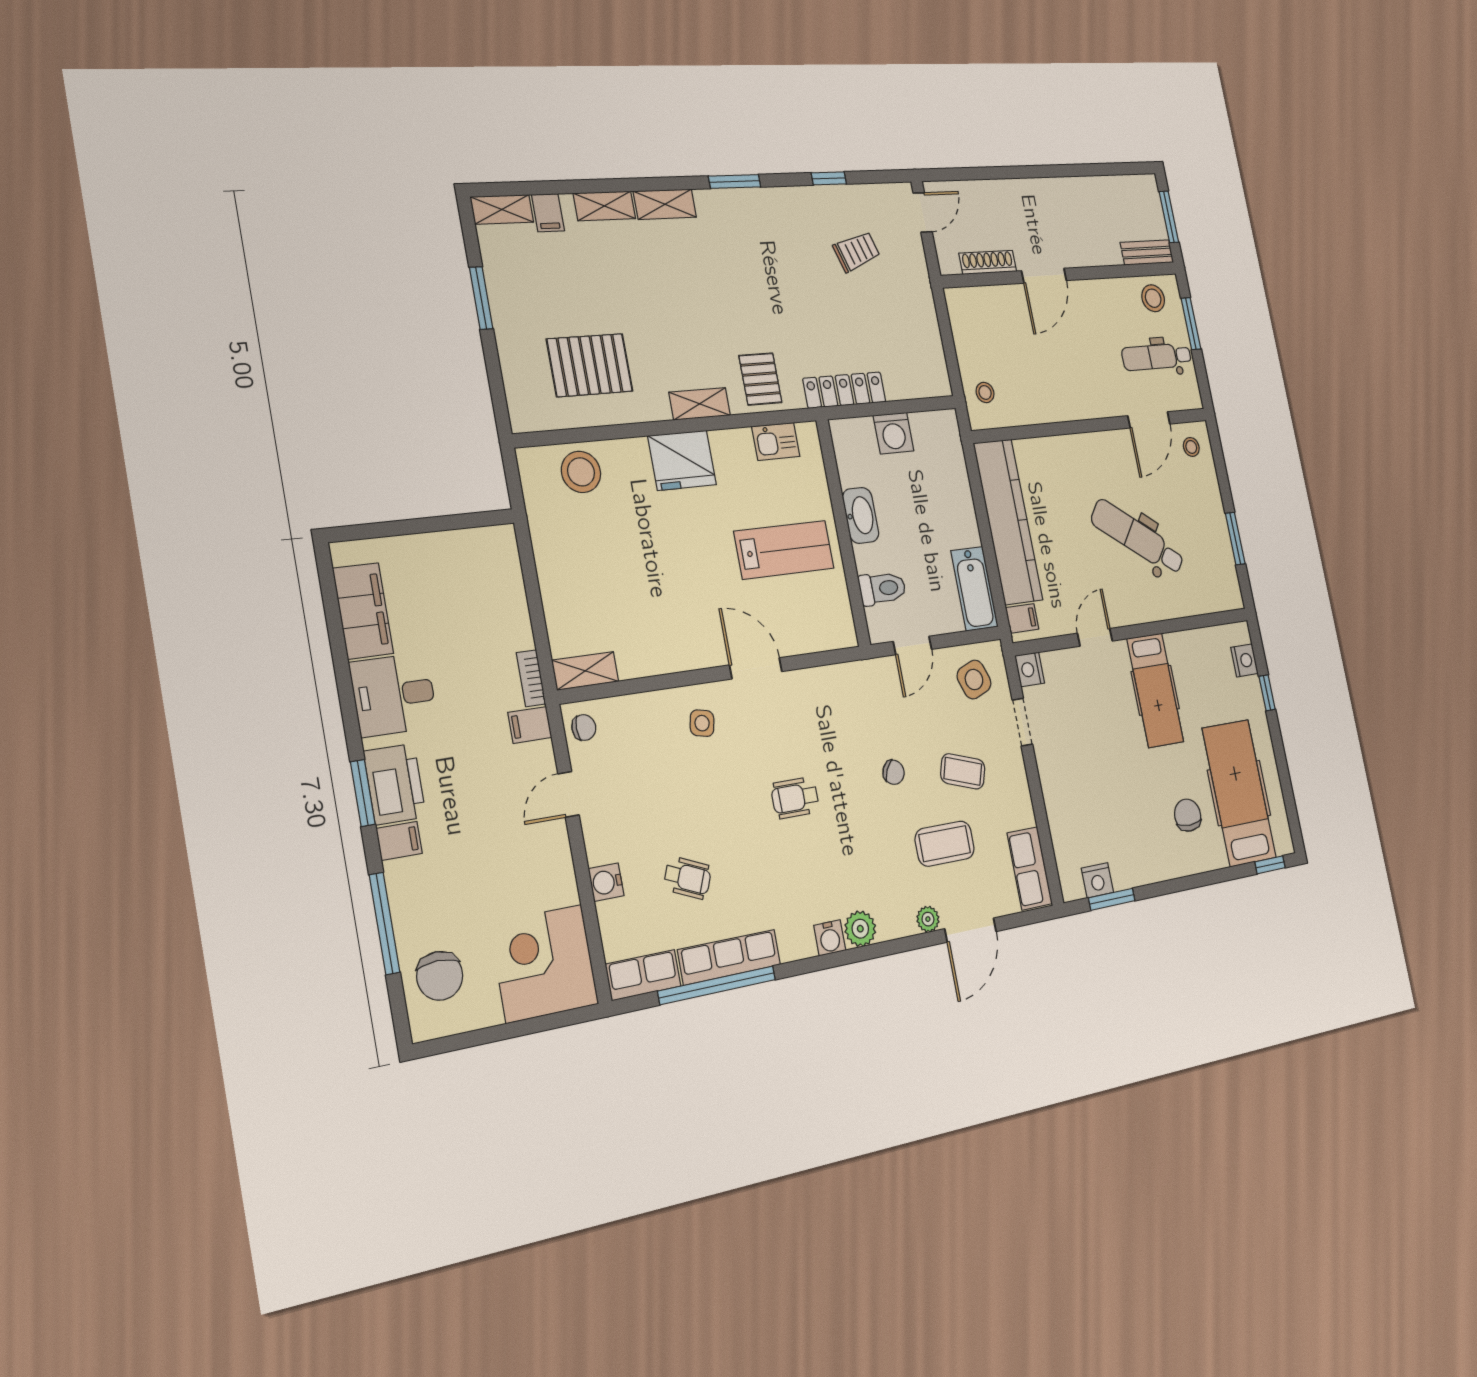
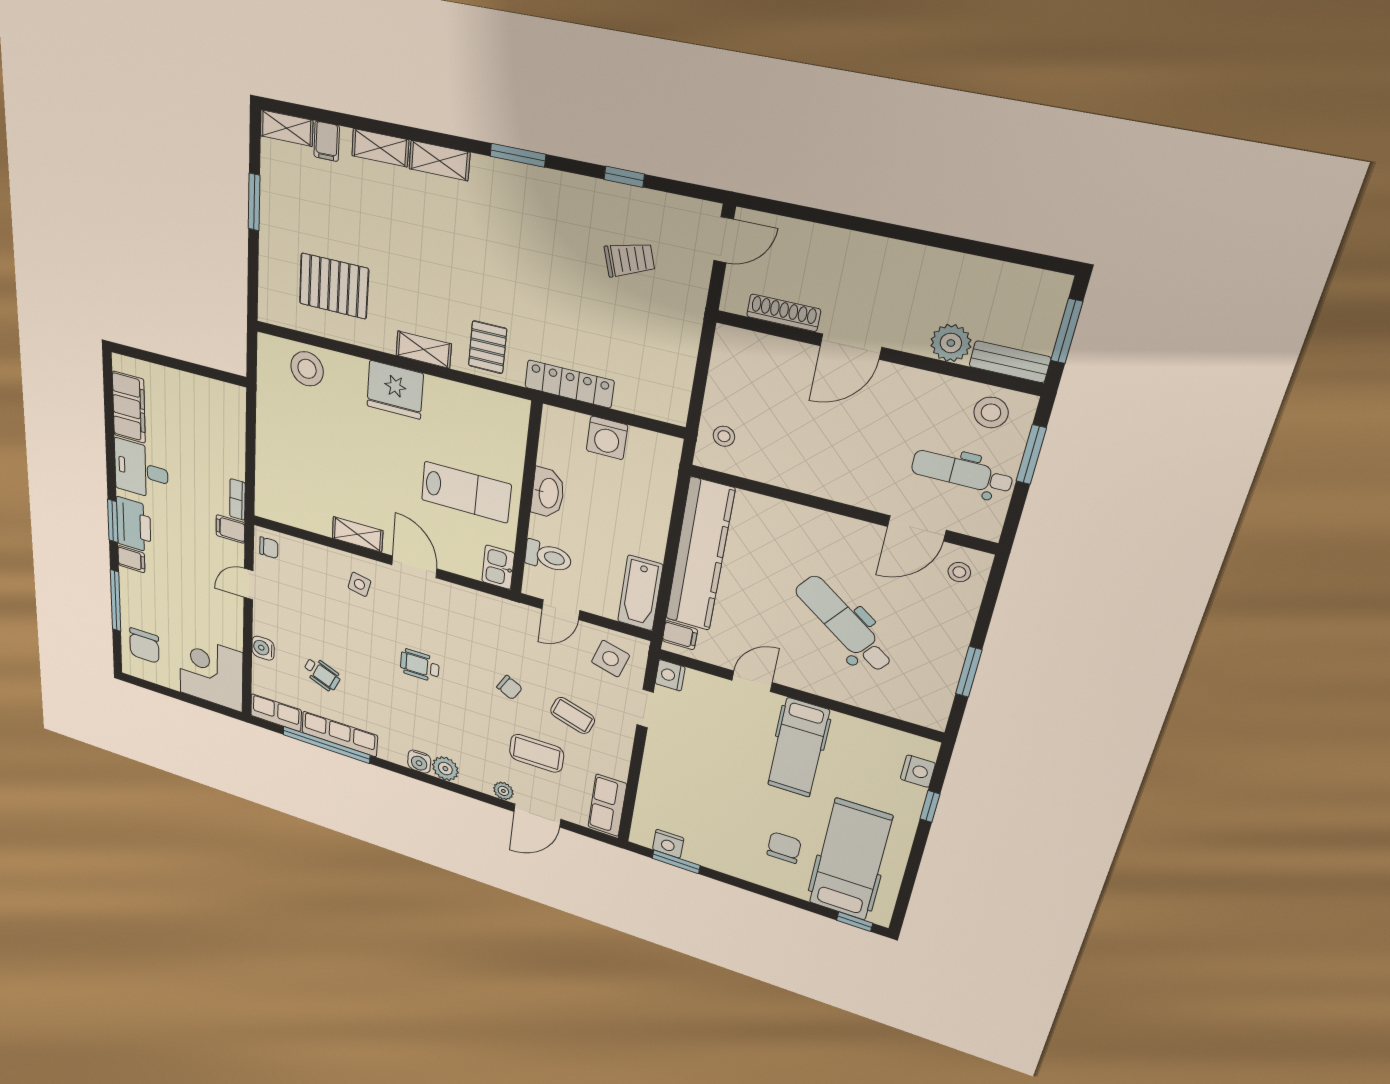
plant: (1106, 250) -> (951, 343), added
kitchen sink: (776, 441) -> (498, 567), moved, turned 90
shelving: (585, 671) -> (358, 534), moved
side table: (974, 680) -> (610, 659), turned 37

